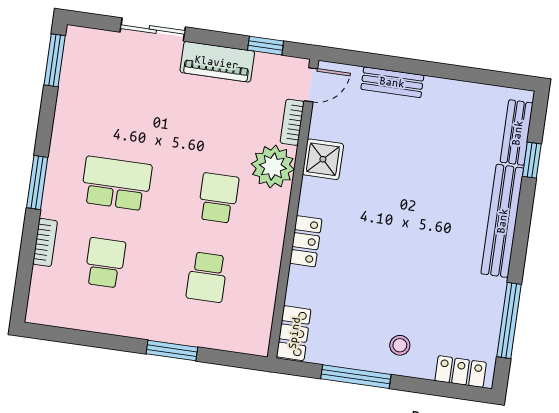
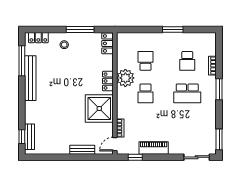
sliding door: (153, 29) -> (197, 157), moved
shower: (323, 159) -> (99, 108), width x1.86, depth x1.86
window: (532, 160) -> (22, 137), moved
plant: (273, 167) -> (125, 78), moved
bench: (502, 221) -> (30, 78), moved
window: (172, 351) -> (173, 30), moved

